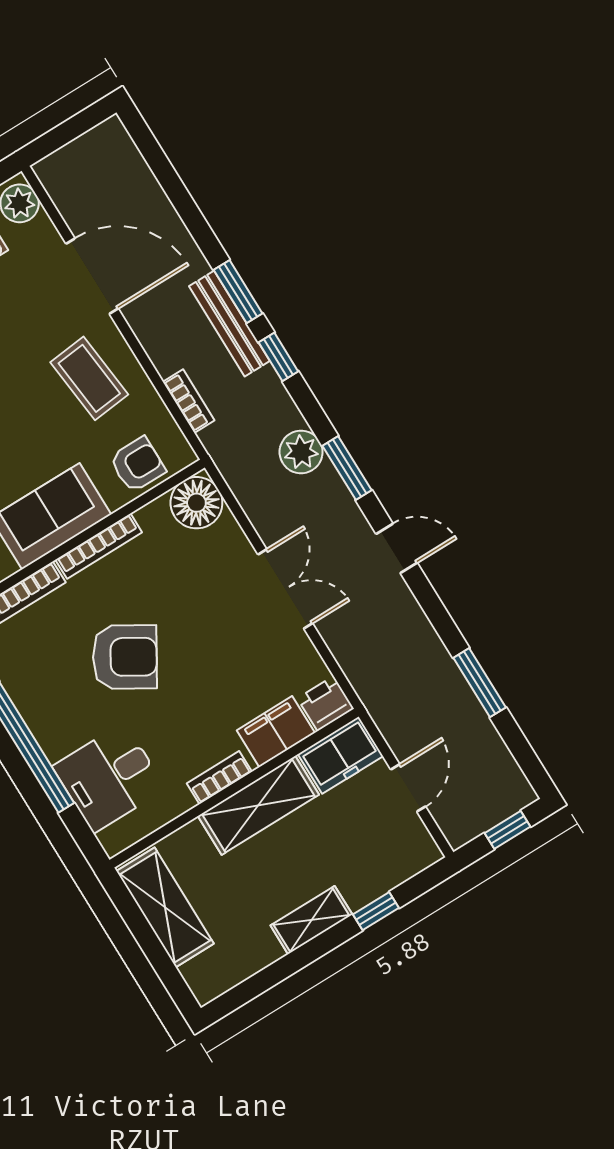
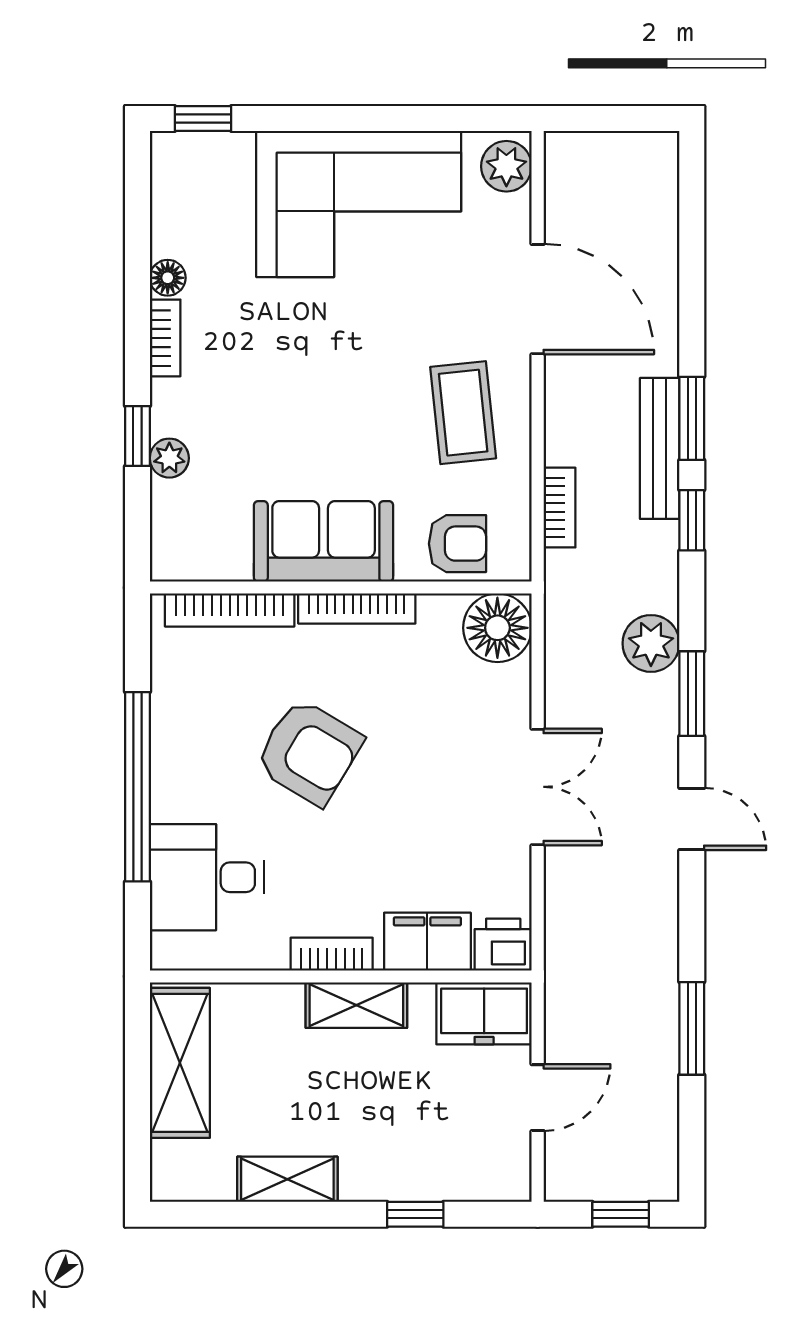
shelving: (258, 805) -> (356, 1005), width x0.67, depth x0.75
shelving: (311, 920) -> (287, 1179), moved

